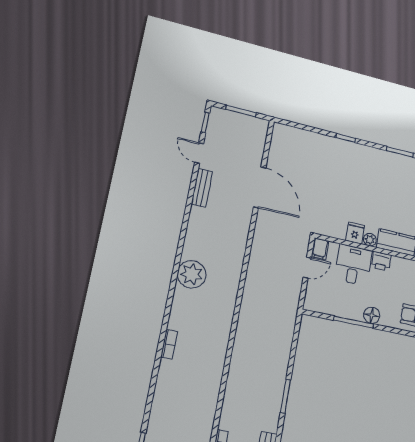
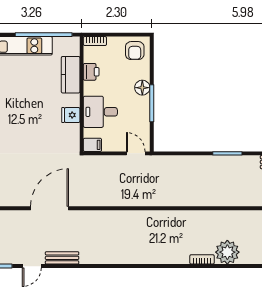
plant: (370, 240) -> (74, 100), removed
printer: (381, 261) -> (91, 72), moved
door: (307, 268) -> (136, 153), moved
plant: (192, 274) -> (227, 252), moved

